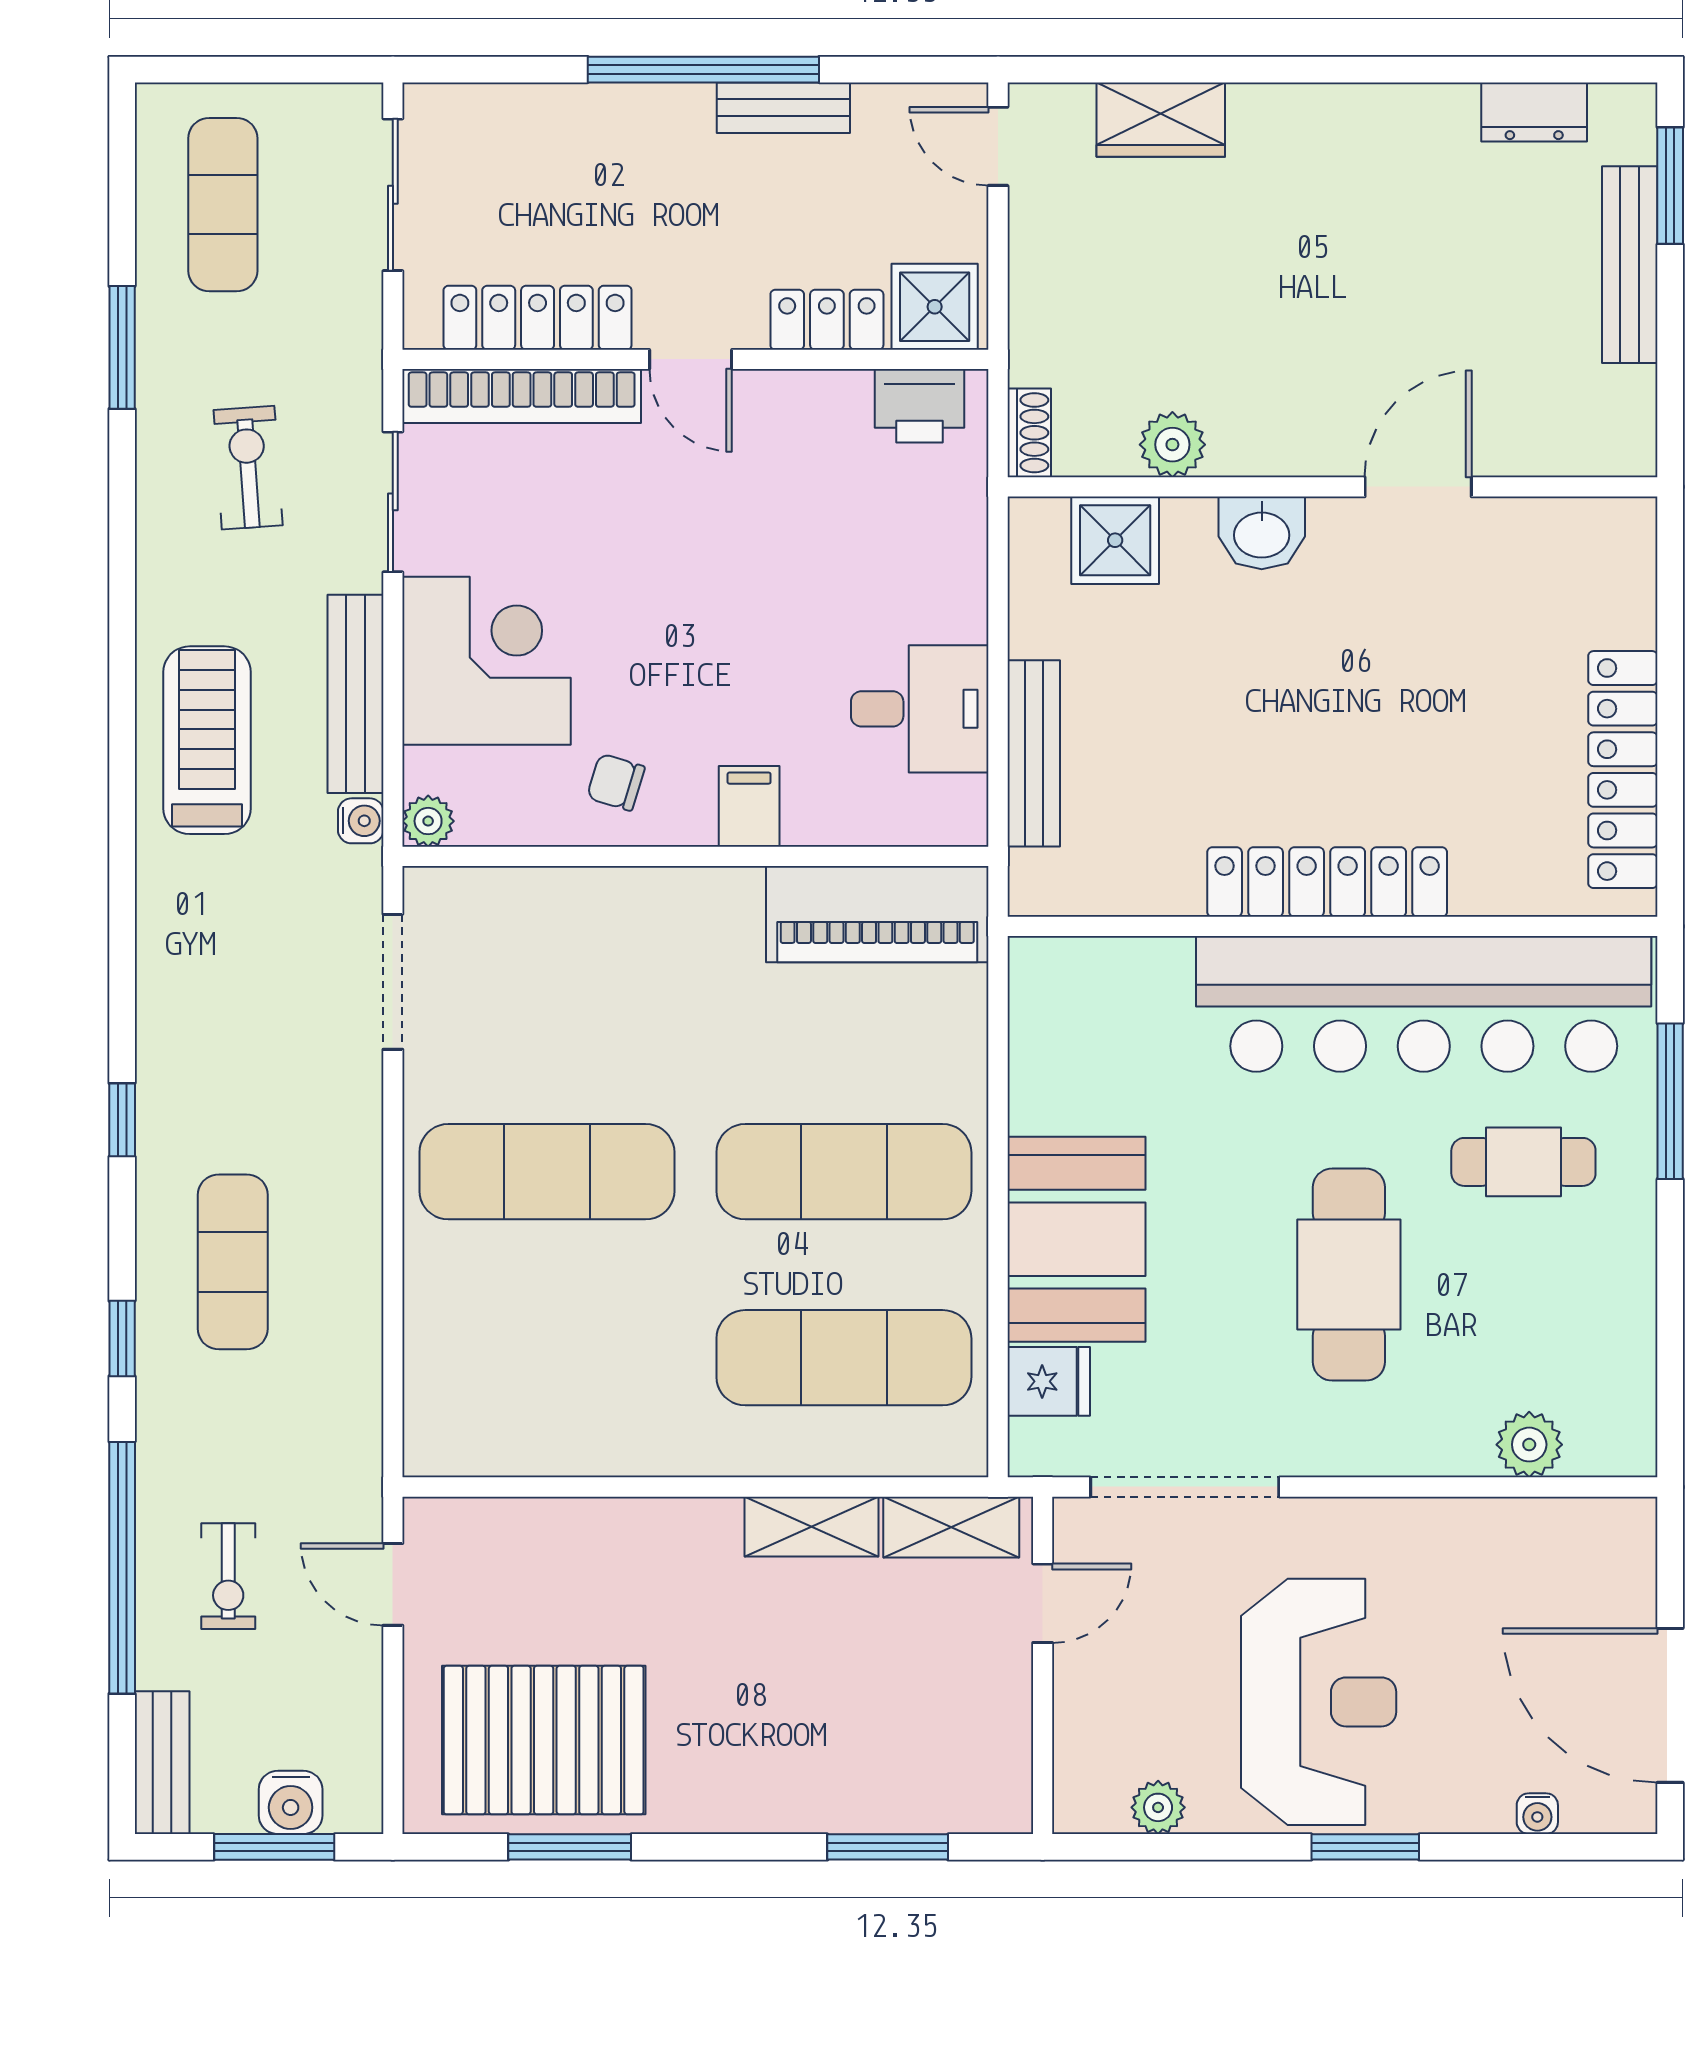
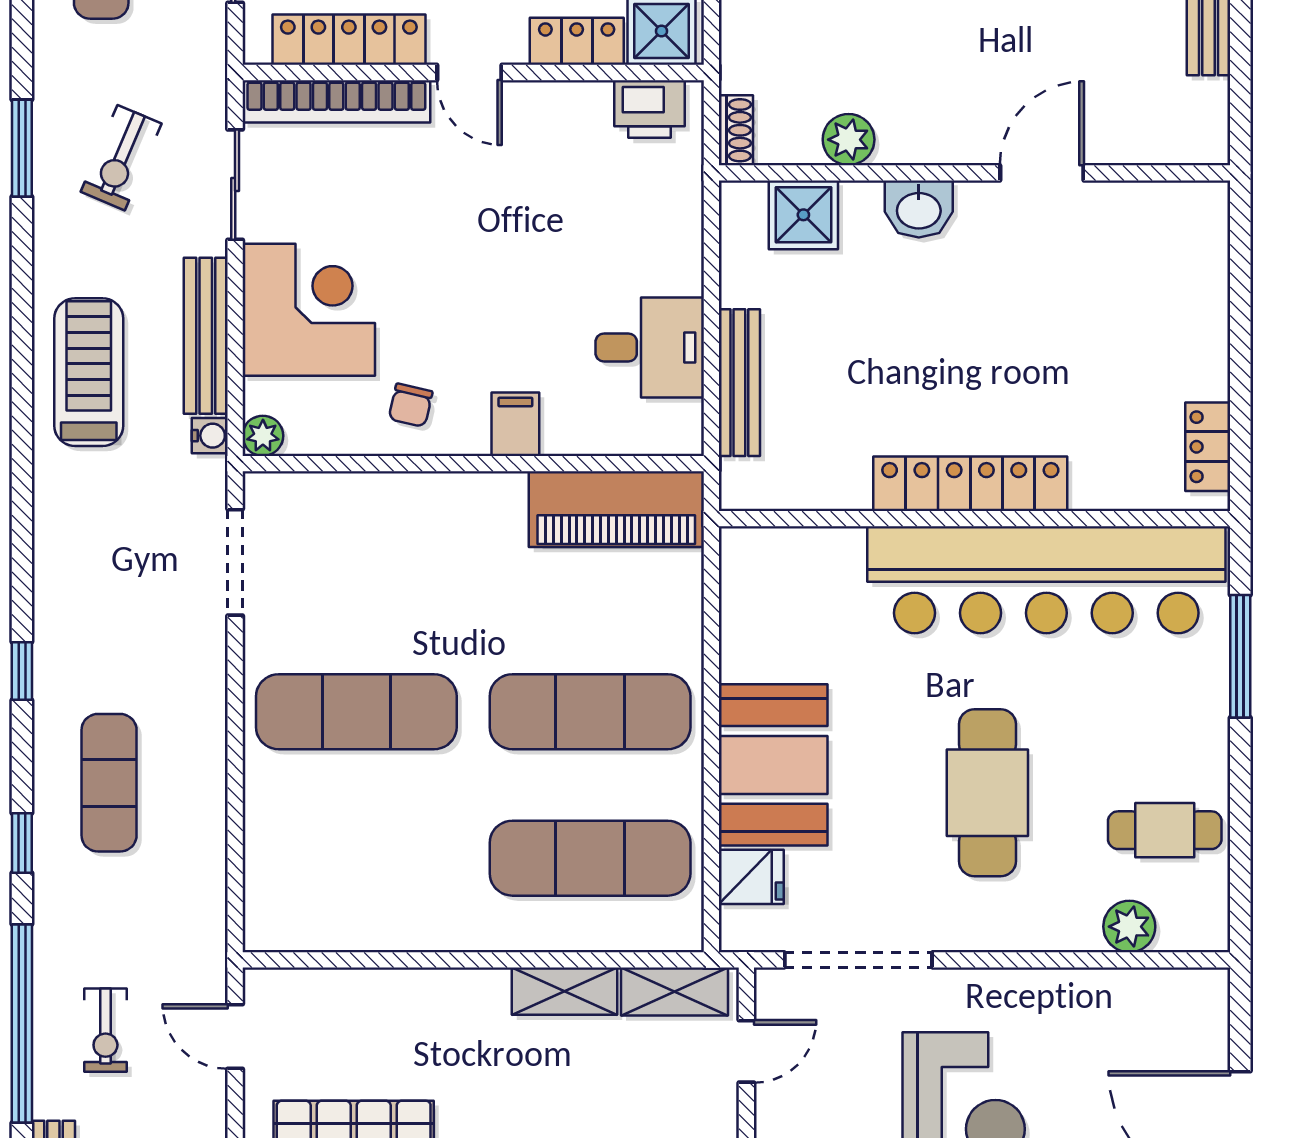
window: (122, 347) -> (22, 148), moved
exercise bike: (248, 468) -> (121, 158), turned -153
locker: (1623, 770) -> (1208, 447), width x0.46, depth x0.83
chair: (616, 782) -> (411, 405), turned -94
cafe table: (1523, 1162) -> (1165, 830), moved

